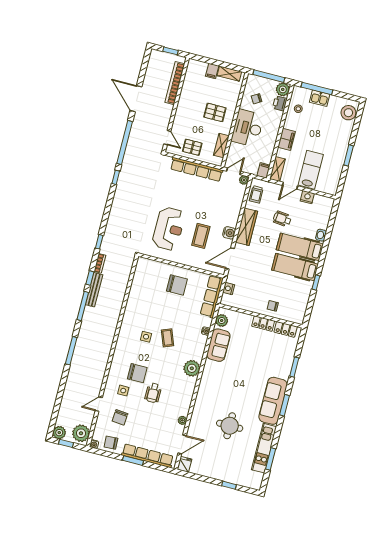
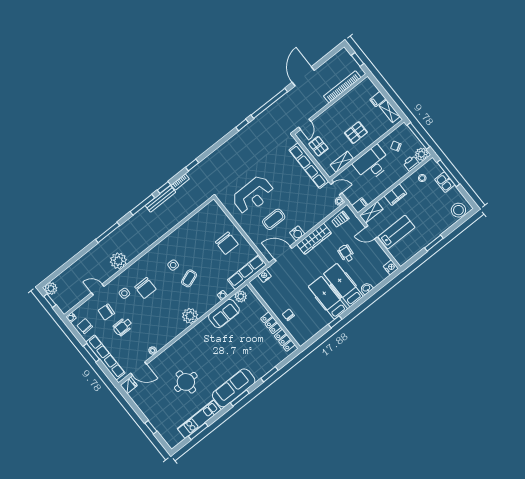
pallet: (215, 112) -> (356, 133), turned 90
nightstand: (307, 197) -> (391, 267), moved
wheelchair: (153, 393) -> (123, 327), moved
plant: (81, 433) -> (118, 261), moved

